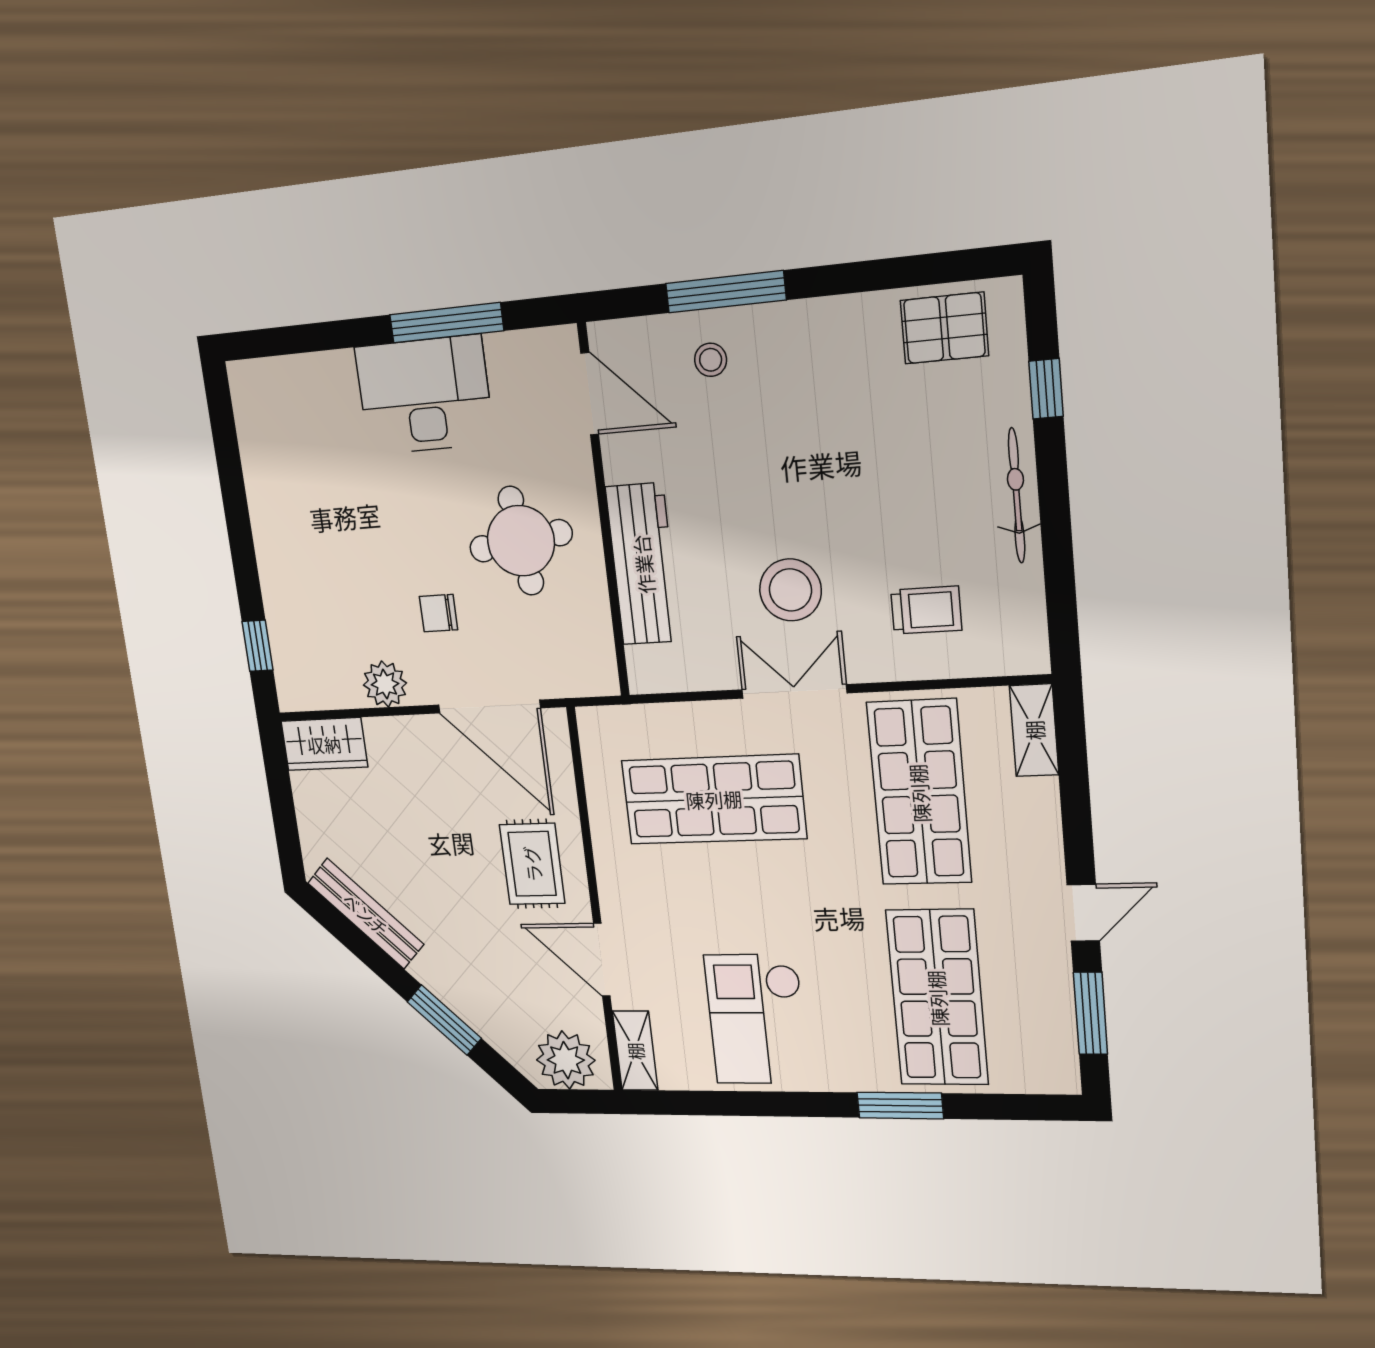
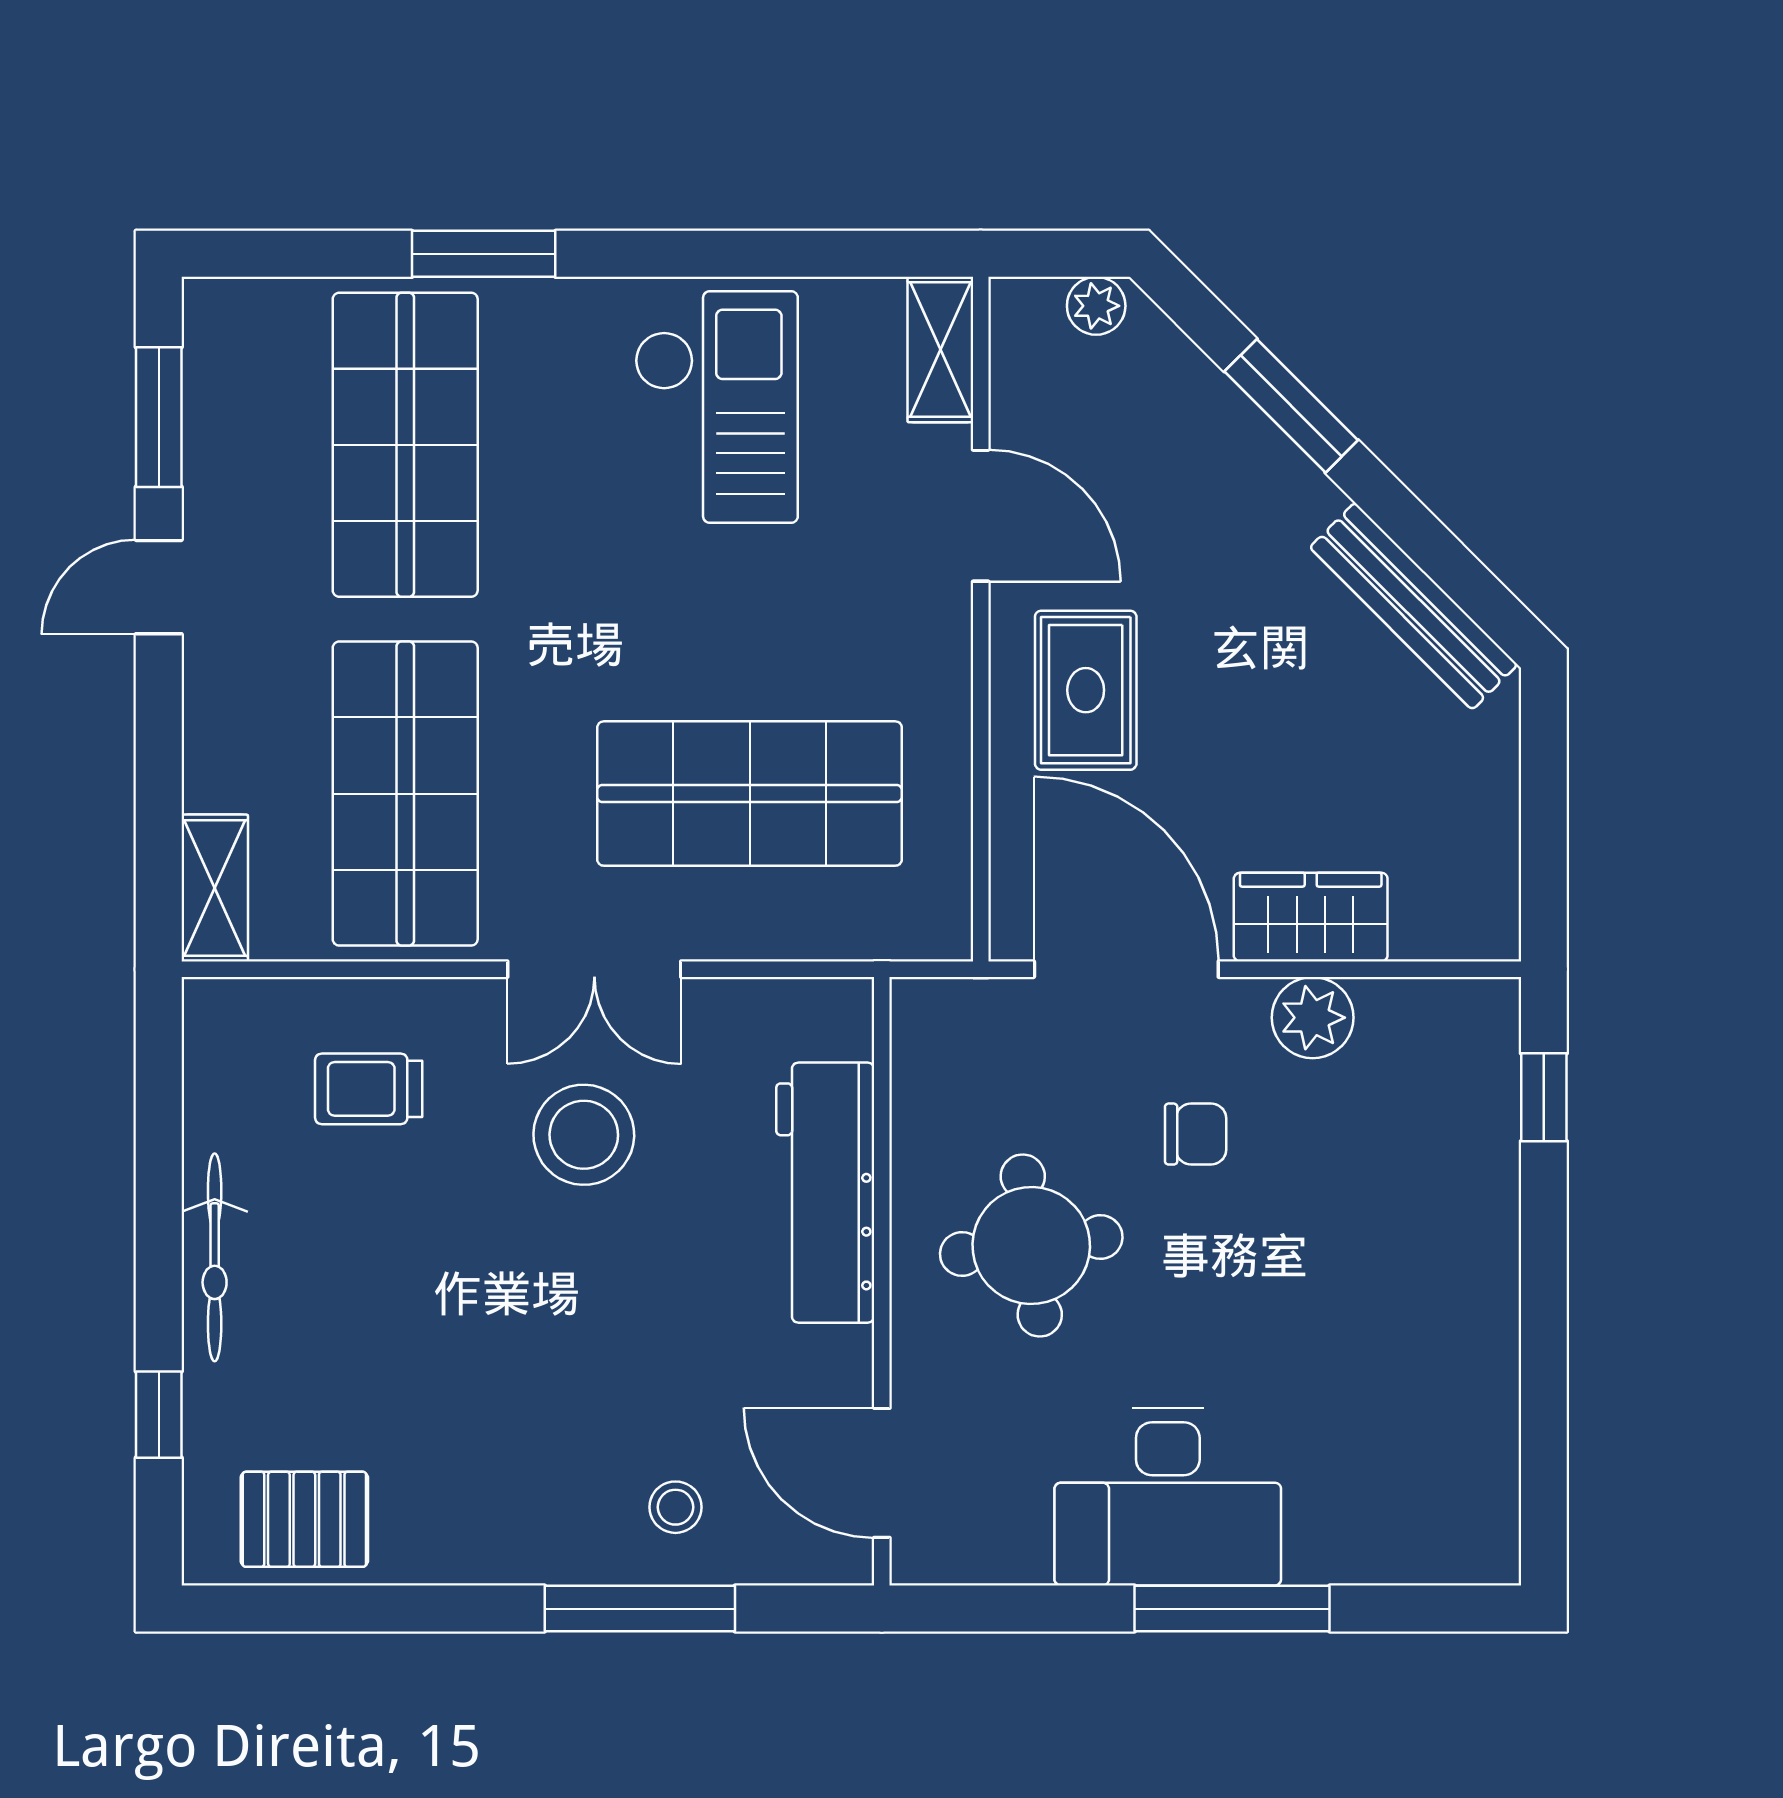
window: (447, 323) -> (1232, 1609), moved
wardrobe: (324, 744) -> (1311, 917), moved
plant: (566, 1060) -> (1096, 306), width x0.53, depth x0.53

